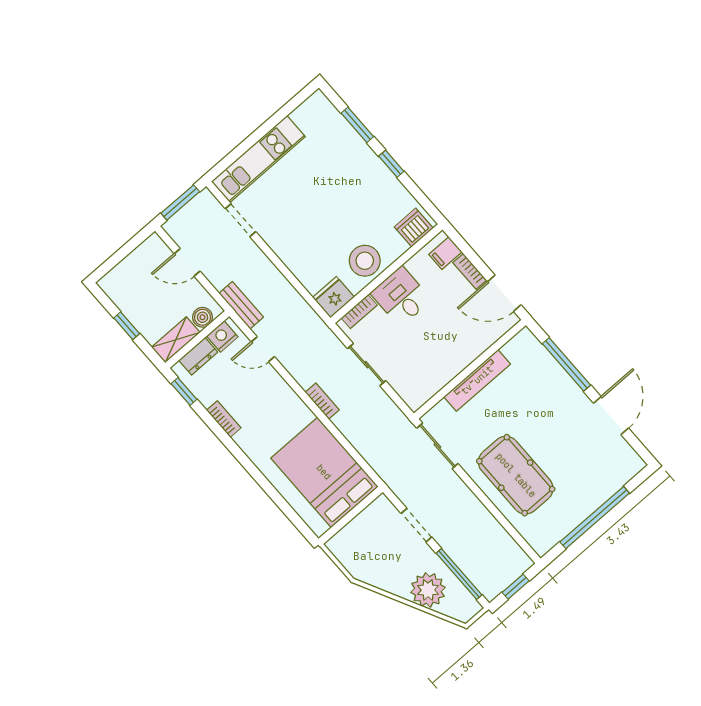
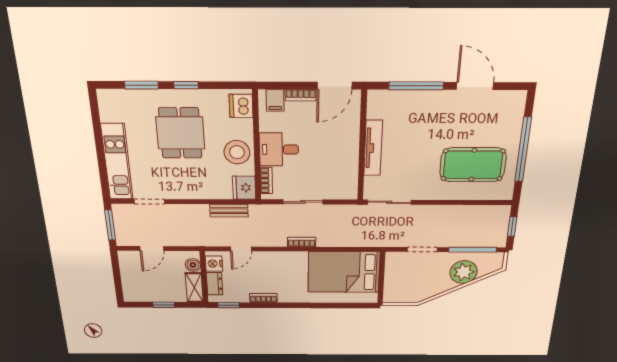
dining table: (339, 194) -> (180, 133), added
bench: (241, 305) -> (229, 211), moved
pool table: (516, 475) -> (473, 165), moved

